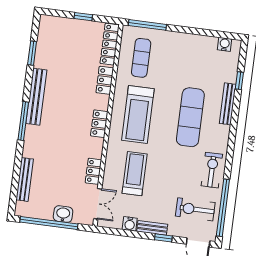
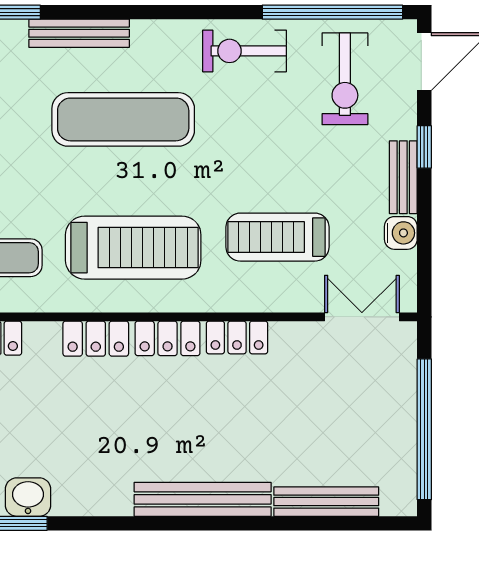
locker: (105, 80) -> (96, 339), moved
bench: (36, 97) -> (203, 499), moved
window: (23, 121) -> (185, 523), removed
locker: (93, 171) -> (237, 337), moved
washbasin: (63, 214) -> (28, 497), moved, turned 90

